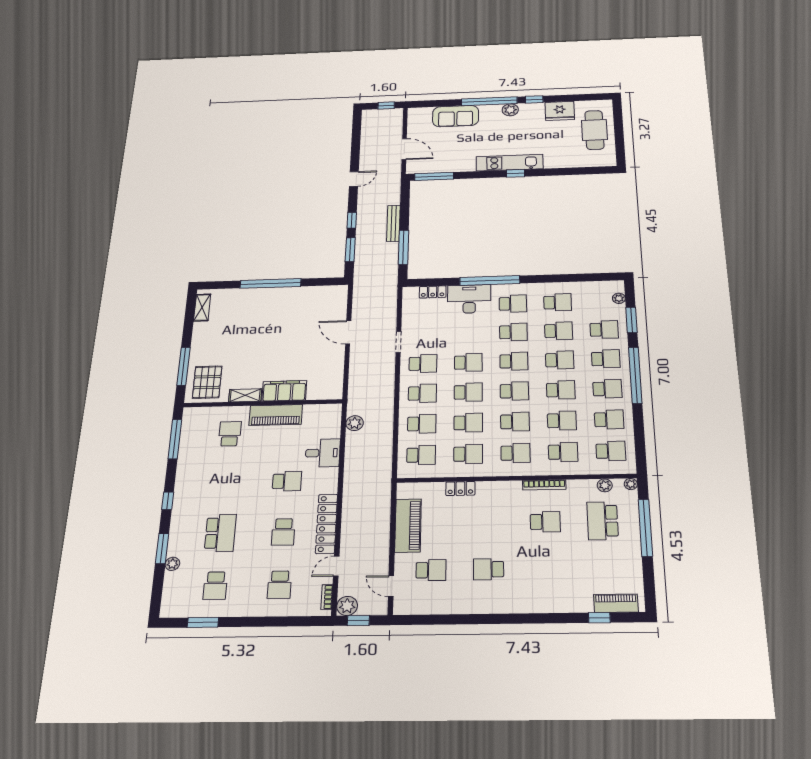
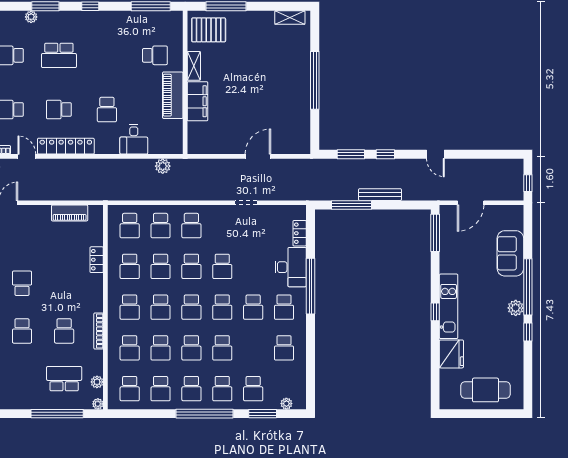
fridge: (560, 111) -> (451, 354), moved, turned 180
school desk: (559, 331) -> (253, 348), removed
school desk: (423, 364) -> (222, 226), removed
piano: (408, 525) -> (70, 213), width x0.73, depth x0.75
school desk: (431, 570) -> (22, 331), moved

